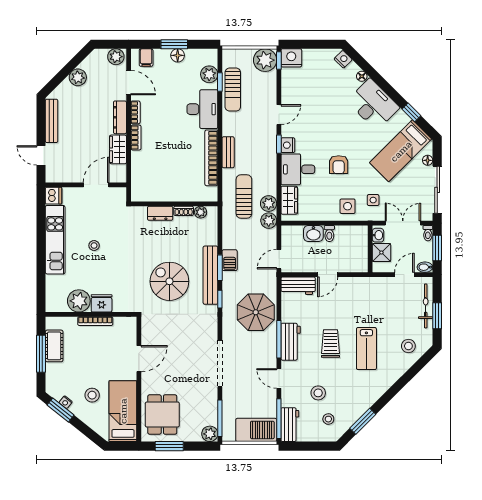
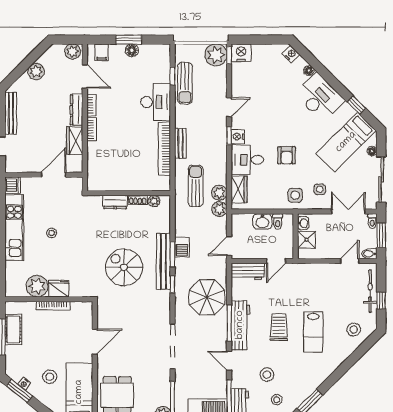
plant: (209, 74) -> (162, 69), removed
washbasin: (378, 235) -> (303, 223), moved
wall: (370, 249) -> (296, 236), moved
shower: (381, 253) -> (306, 240), moved
window: (437, 316) -> (381, 300), width x0.67
workbench: (291, 342) -> (240, 325), width x1.37

